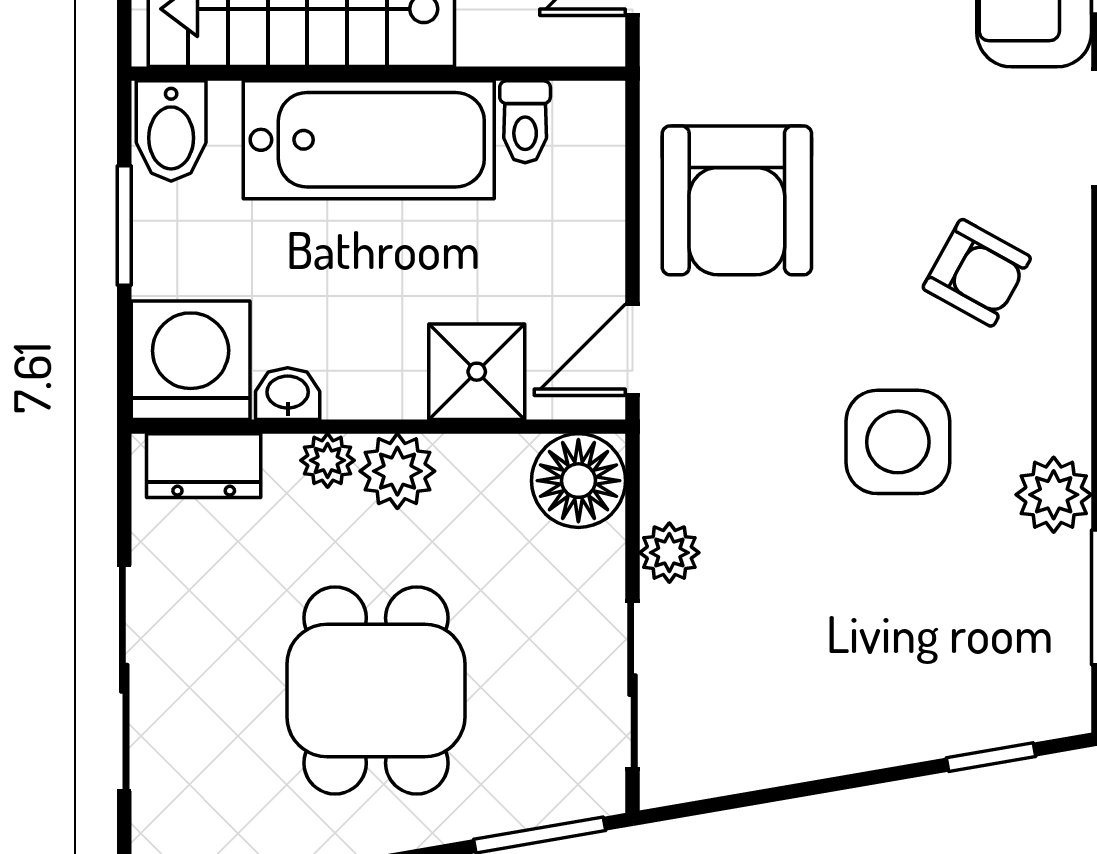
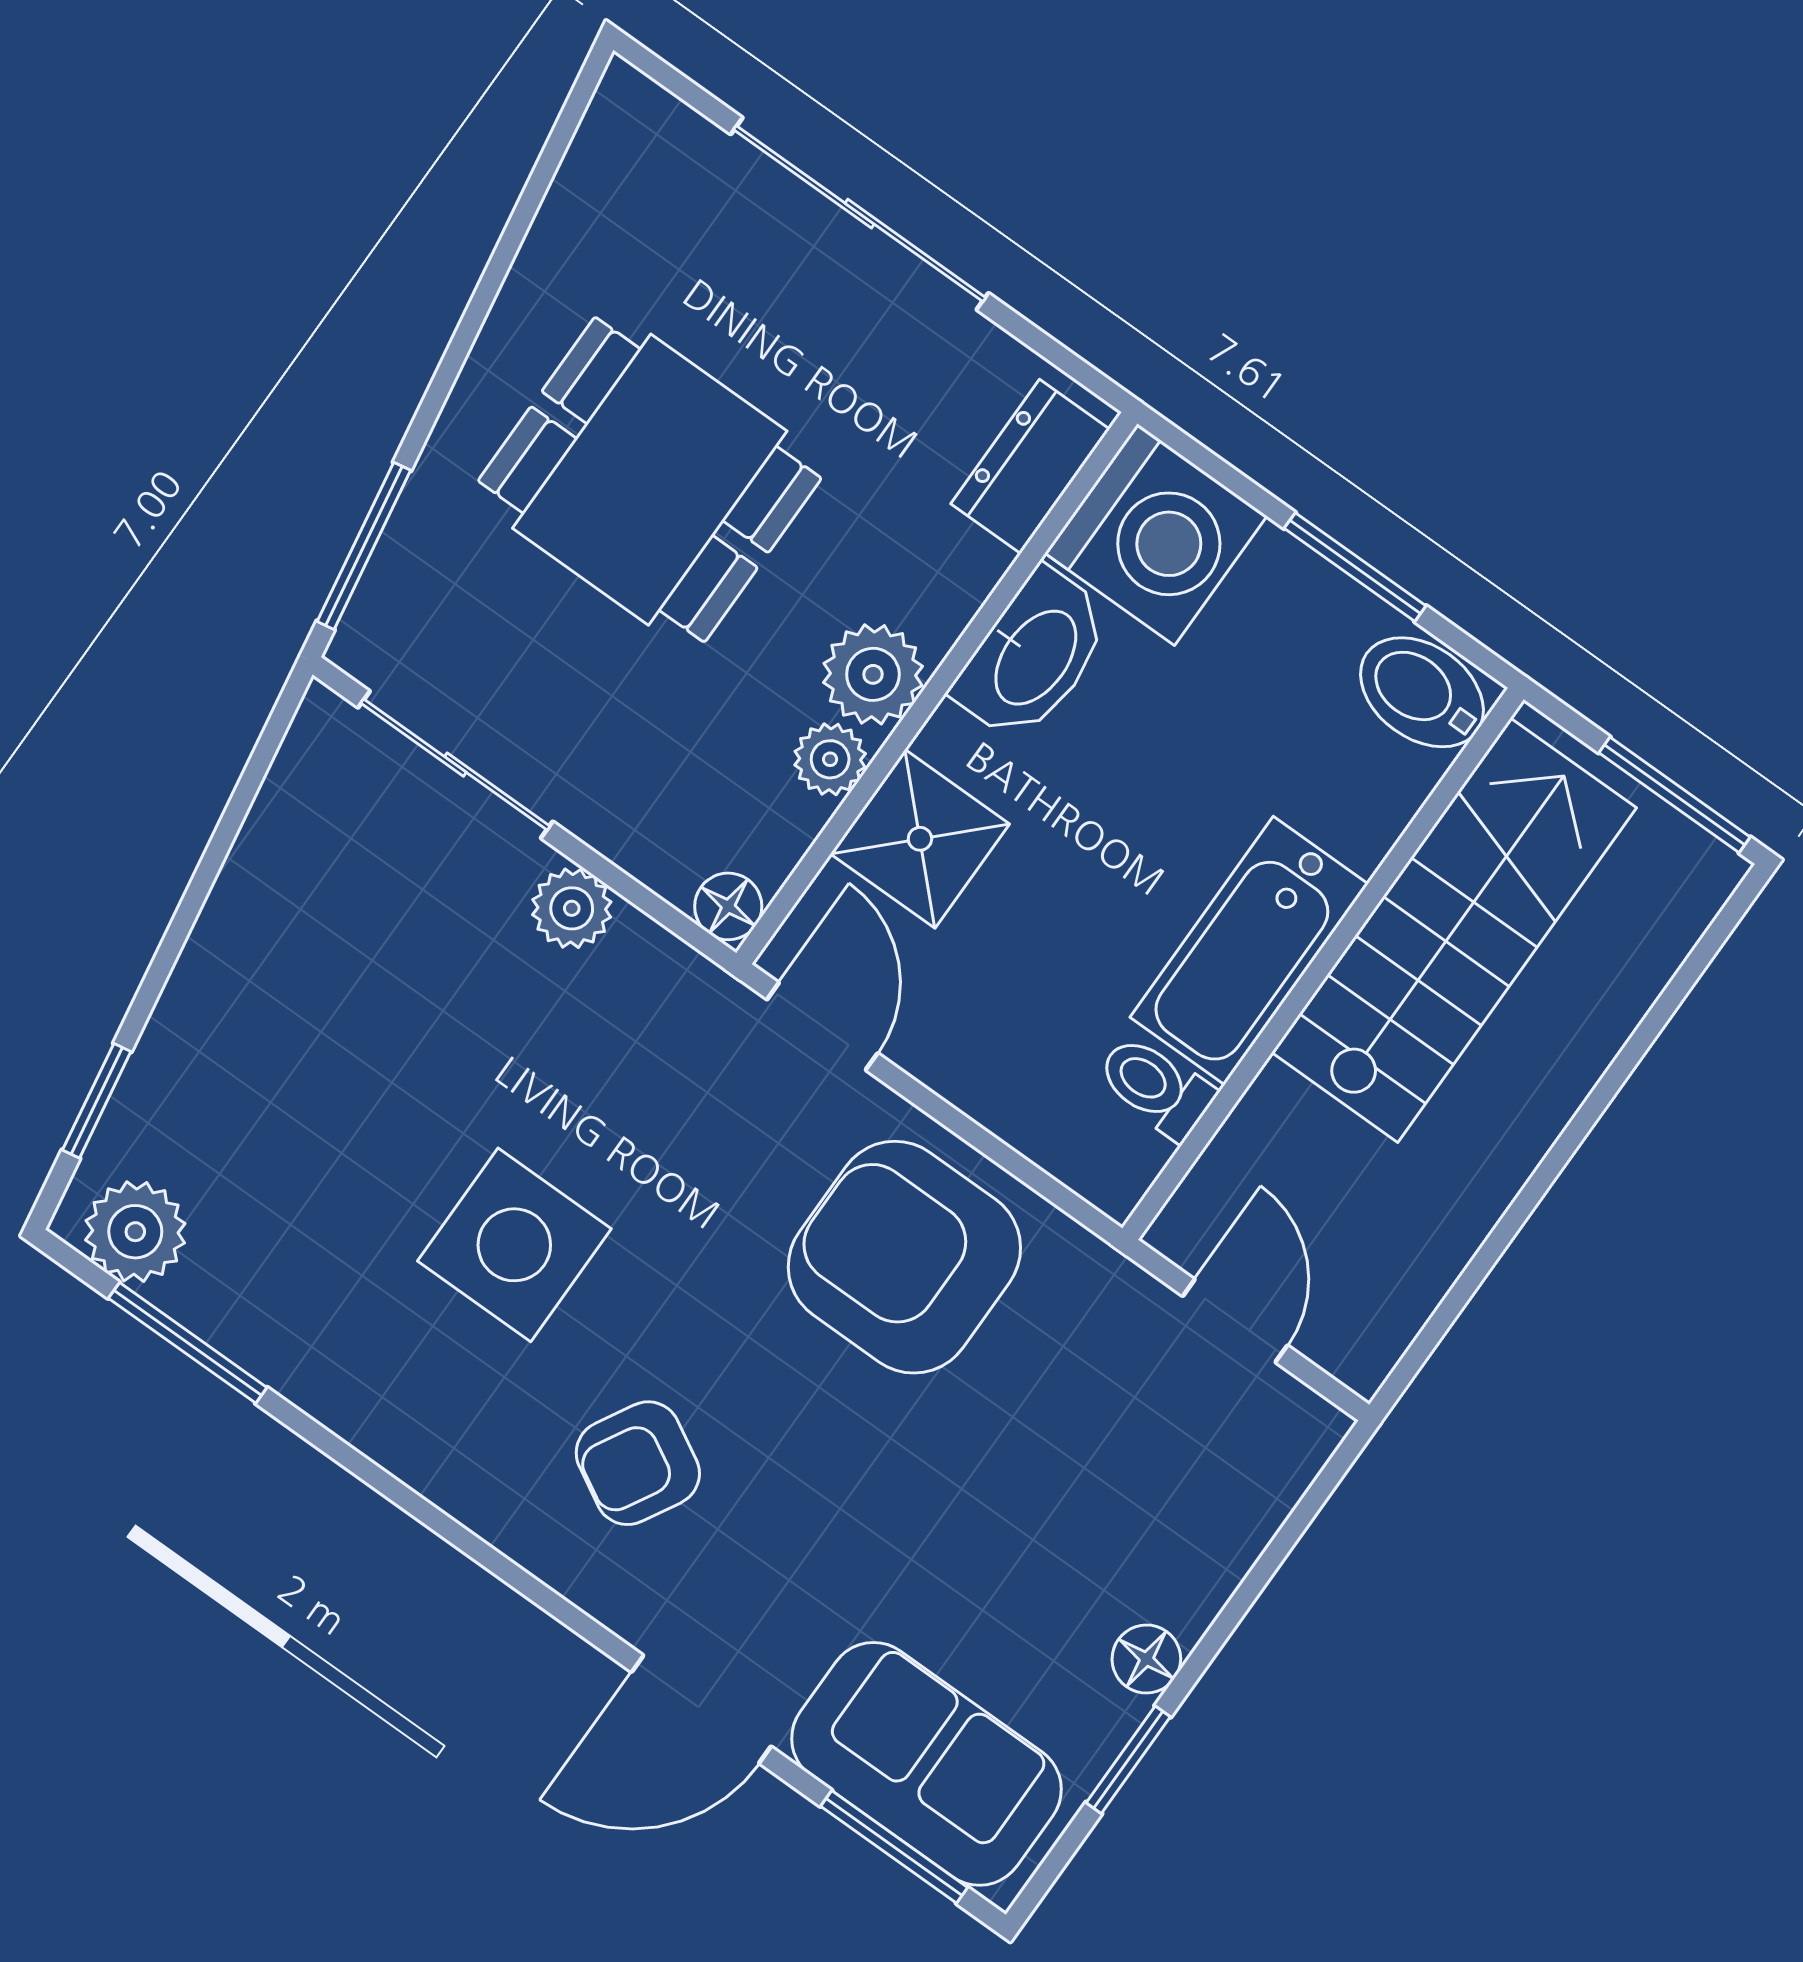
bathtub: (369, 140) -> (1249, 951), width x0.73, depth x0.73
washbasin: (288, 394) -> (1033, 656), width x1.91, depth x1.45
plant: (328, 460) -> (830, 759), moved
floor lamp: (578, 481) -> (728, 906), width x0.53, depth x0.53
plant: (1054, 495) -> (135, 1232), moved

